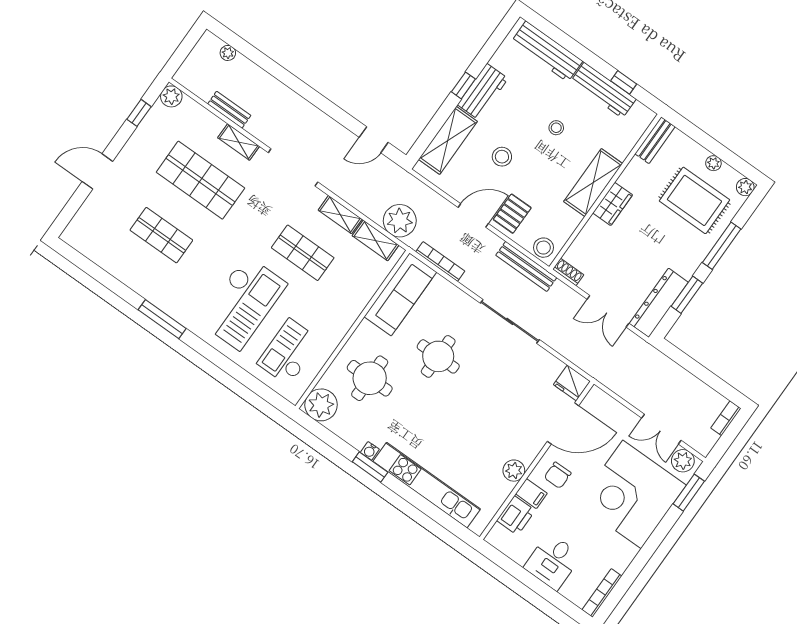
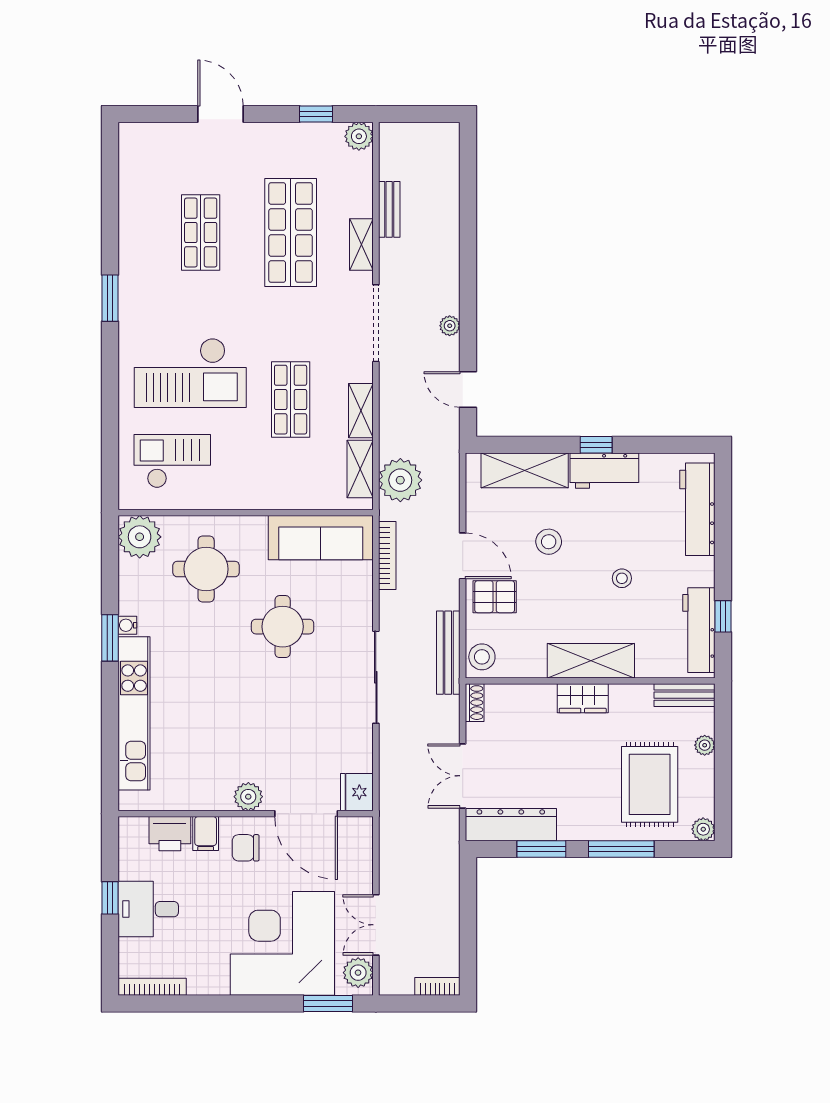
plant: (228, 53) -> (450, 326), moved
workbench: (603, 90) -> (699, 630), moved
plant: (713, 163) -> (705, 745), moved
window: (162, 319) -> (110, 298), width x0.69
plant: (514, 471) -> (248, 797), moved
window: (529, 580) -> (110, 898), added

